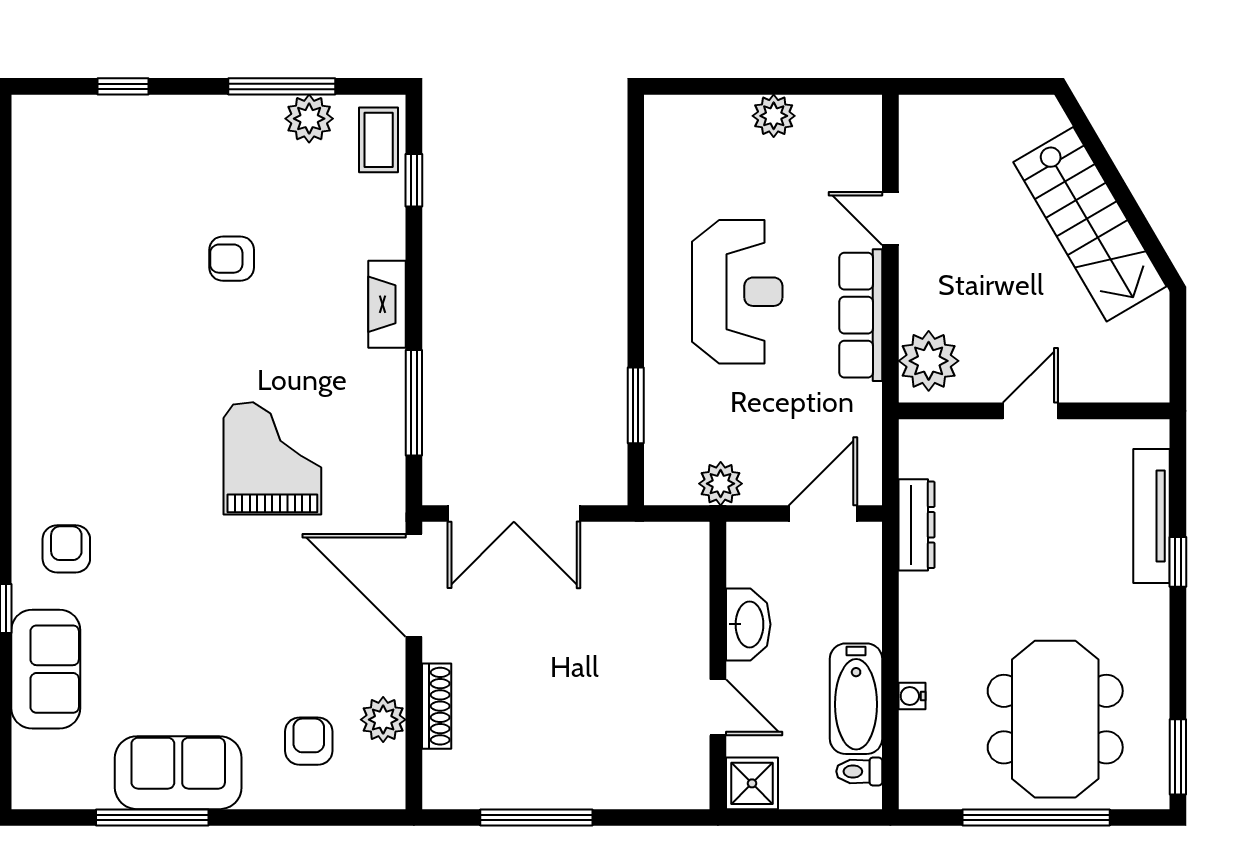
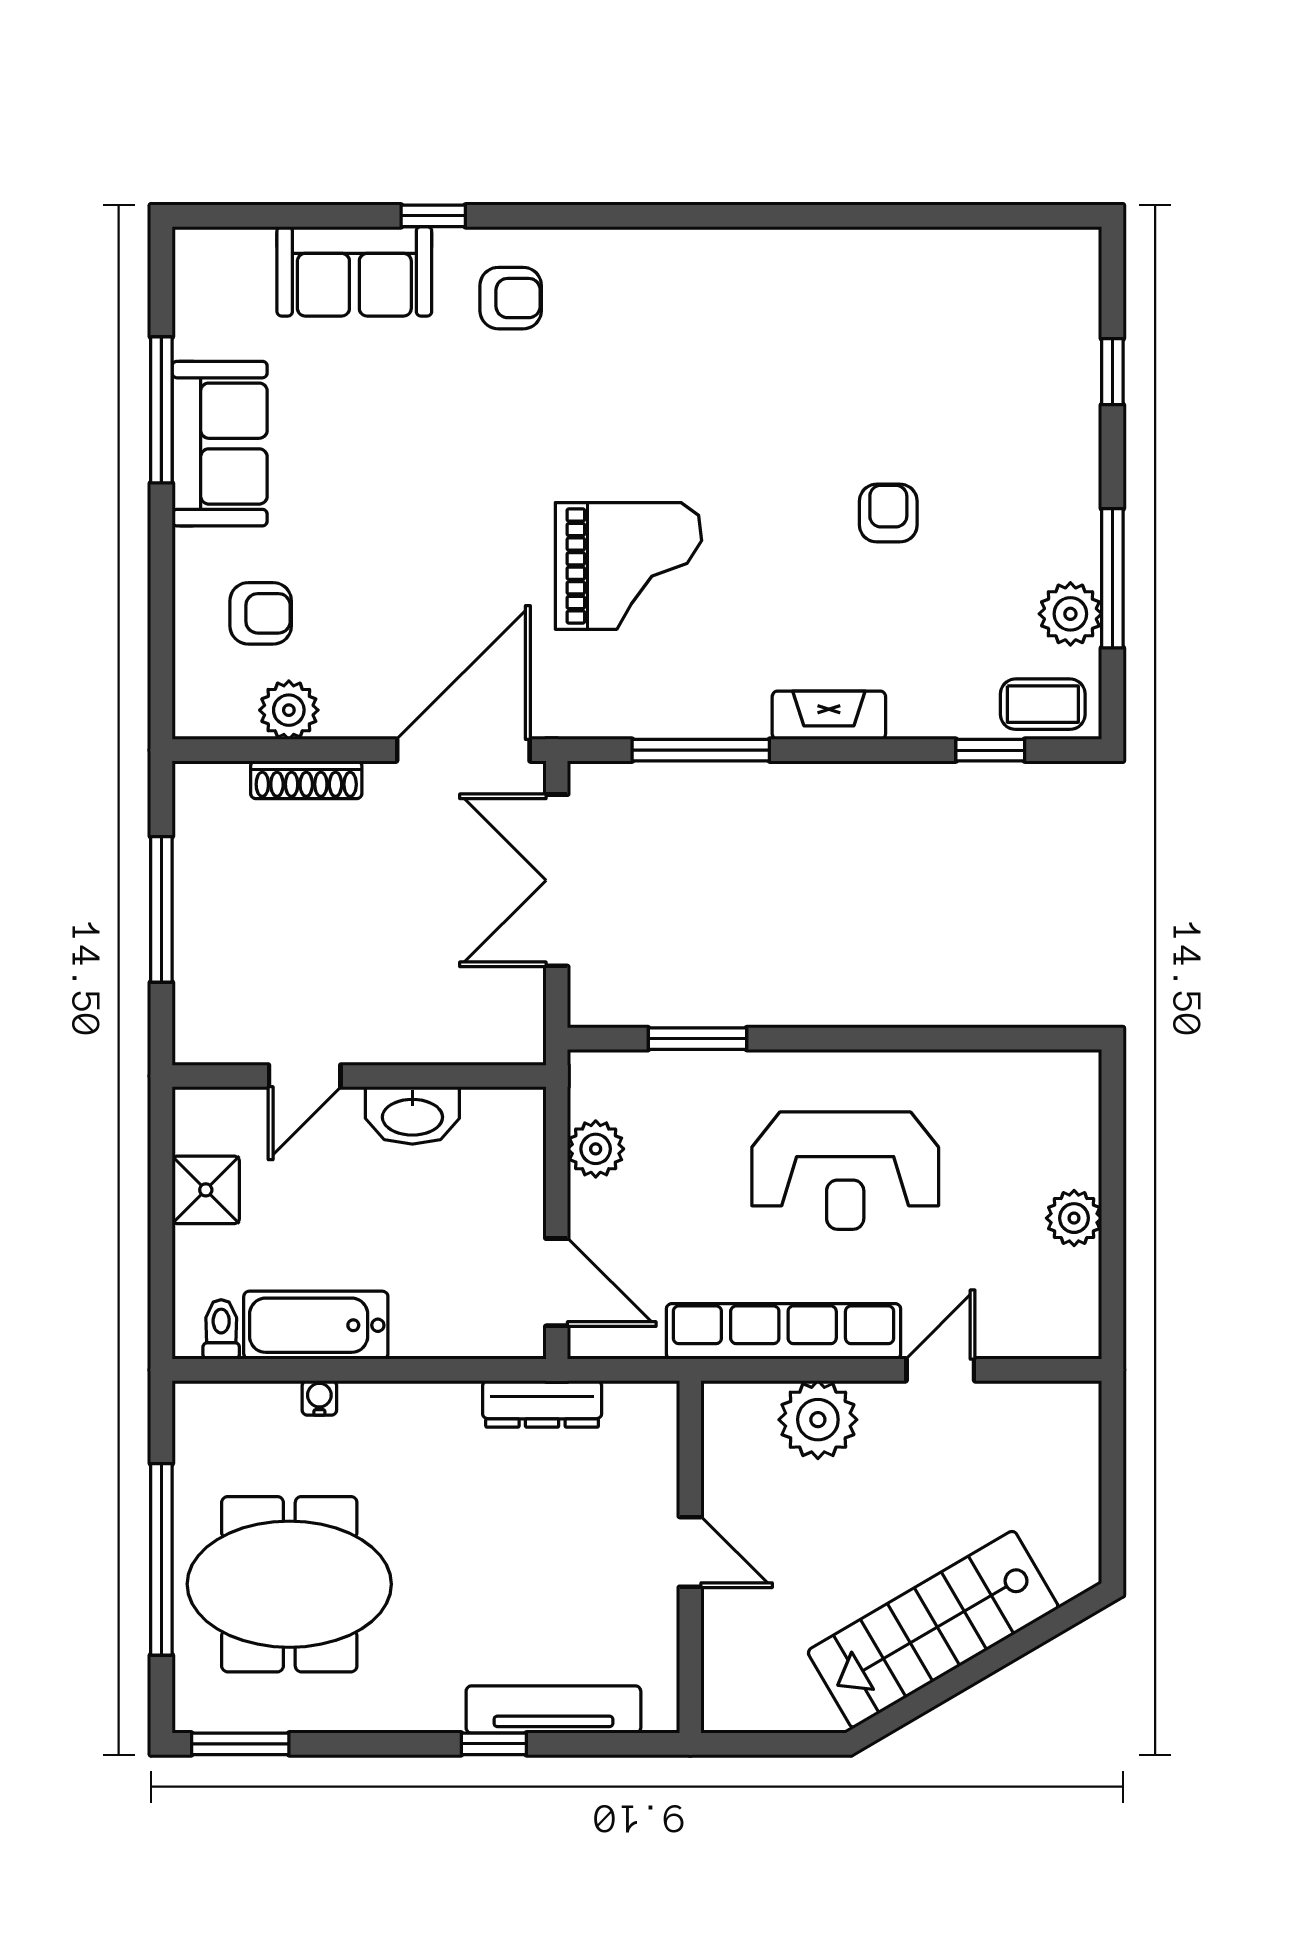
row of seats: (861, 315) -> (783, 1331), width x1.36
plant: (929, 361) -> (818, 1420), moved
washbasin: (748, 624) -> (412, 1115), moved
wall: (718, 666) -> (359, 1076), moved
door: (718, 707) -> (305, 1076), moved

